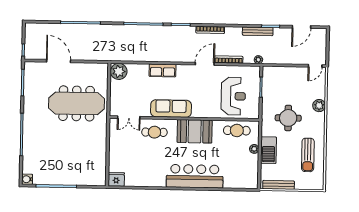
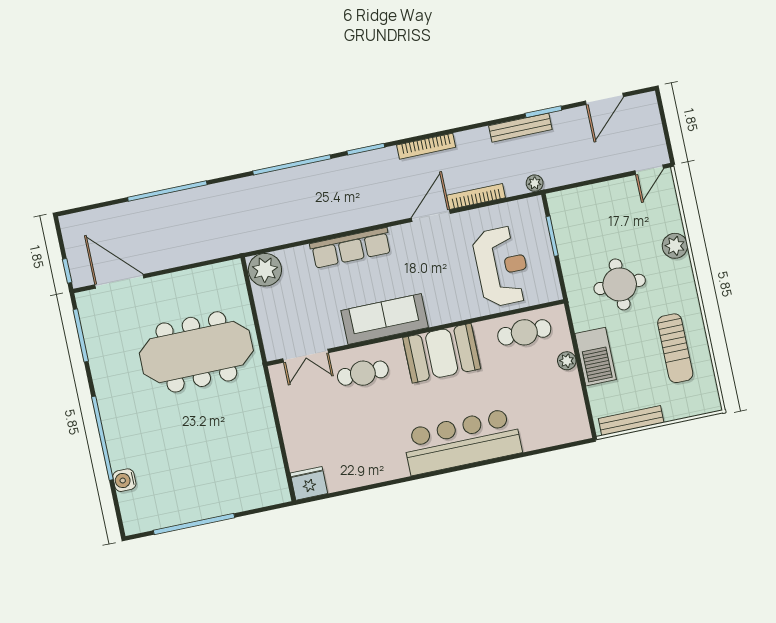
door: (59, 61) -> (119, 281), moved
row of seats: (163, 70) -> (351, 248), width x1.48
water cooler: (27, 179) -> (124, 480), moved

